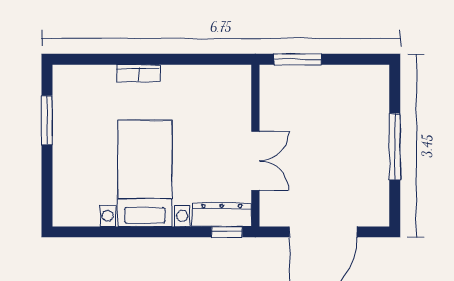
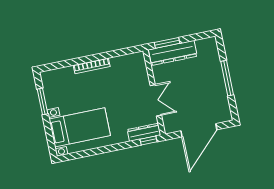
bookcase: (138, 73) -> (92, 66), width x1.56
dresser: (305, 80) -> (173, 53), added
bed with nightstands: (145, 173) -> (80, 127), moved, turned 90

